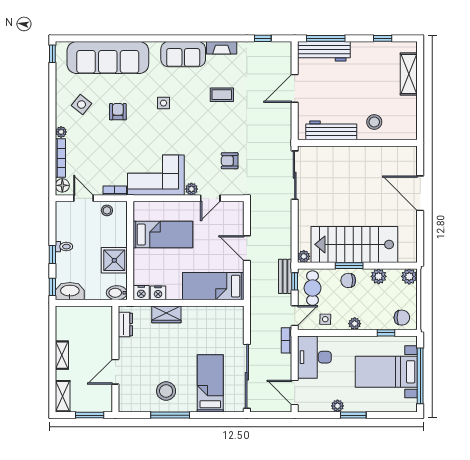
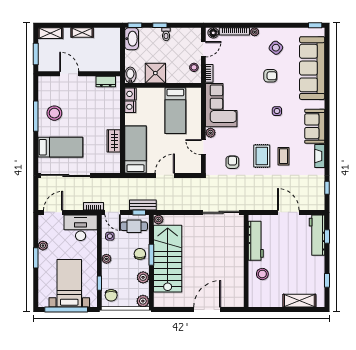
window: (326, 38) -> (327, 236), width x0.46
rug: (222, 123) -> (262, 156), added
wardrobe: (166, 314) -> (114, 141), moved

